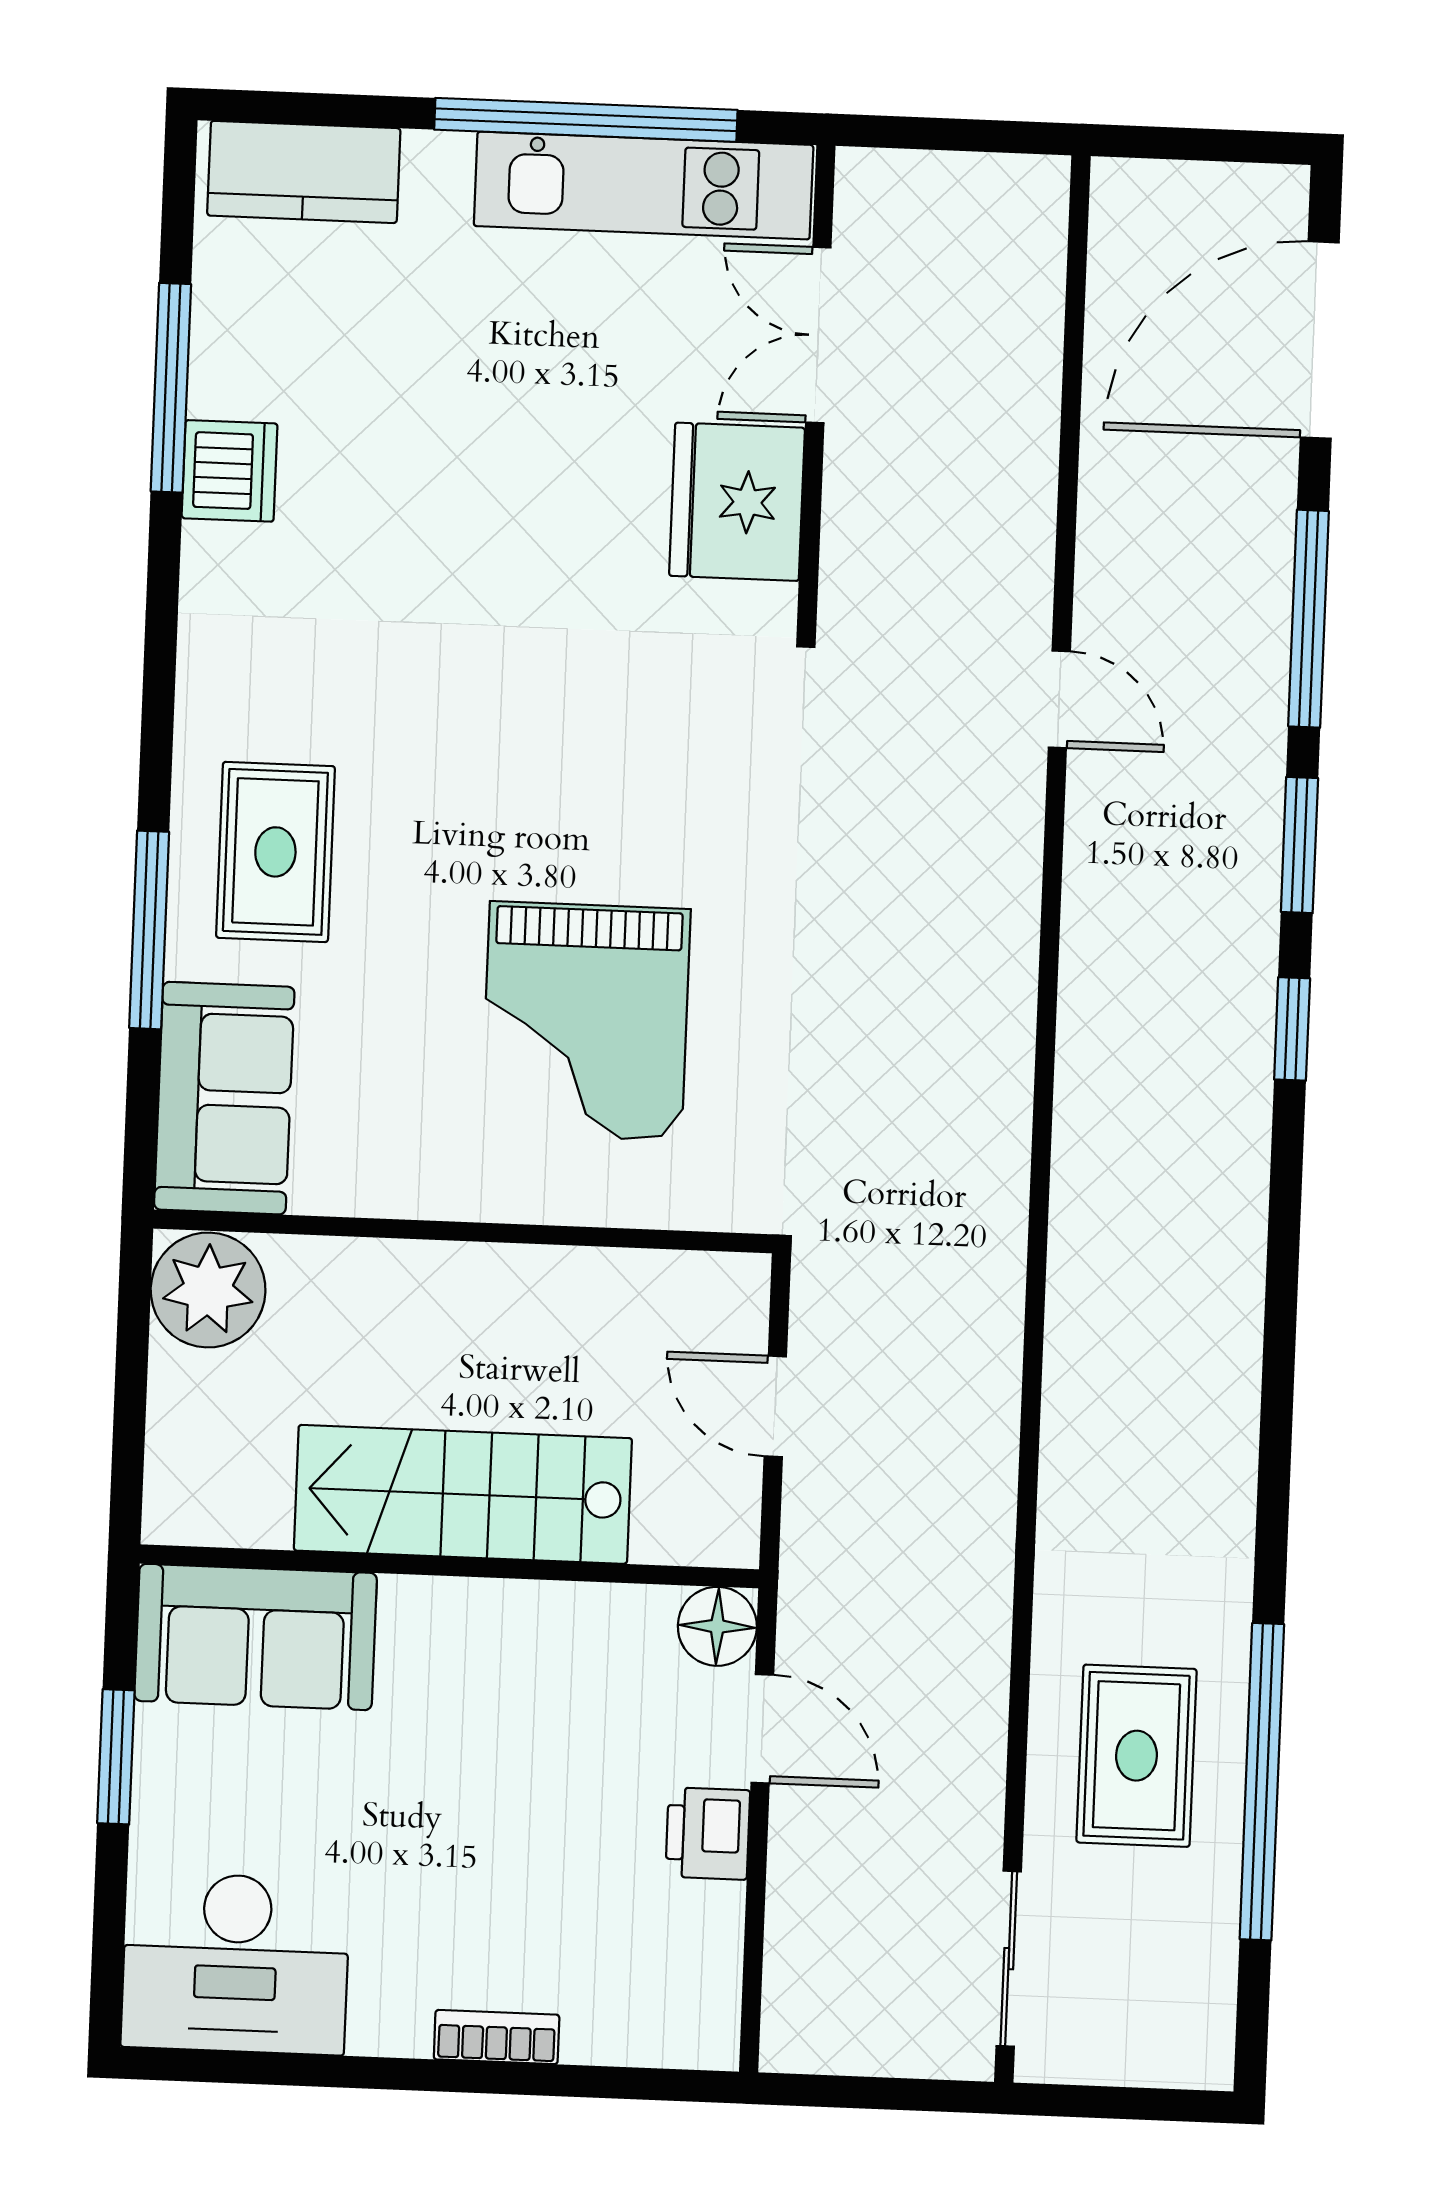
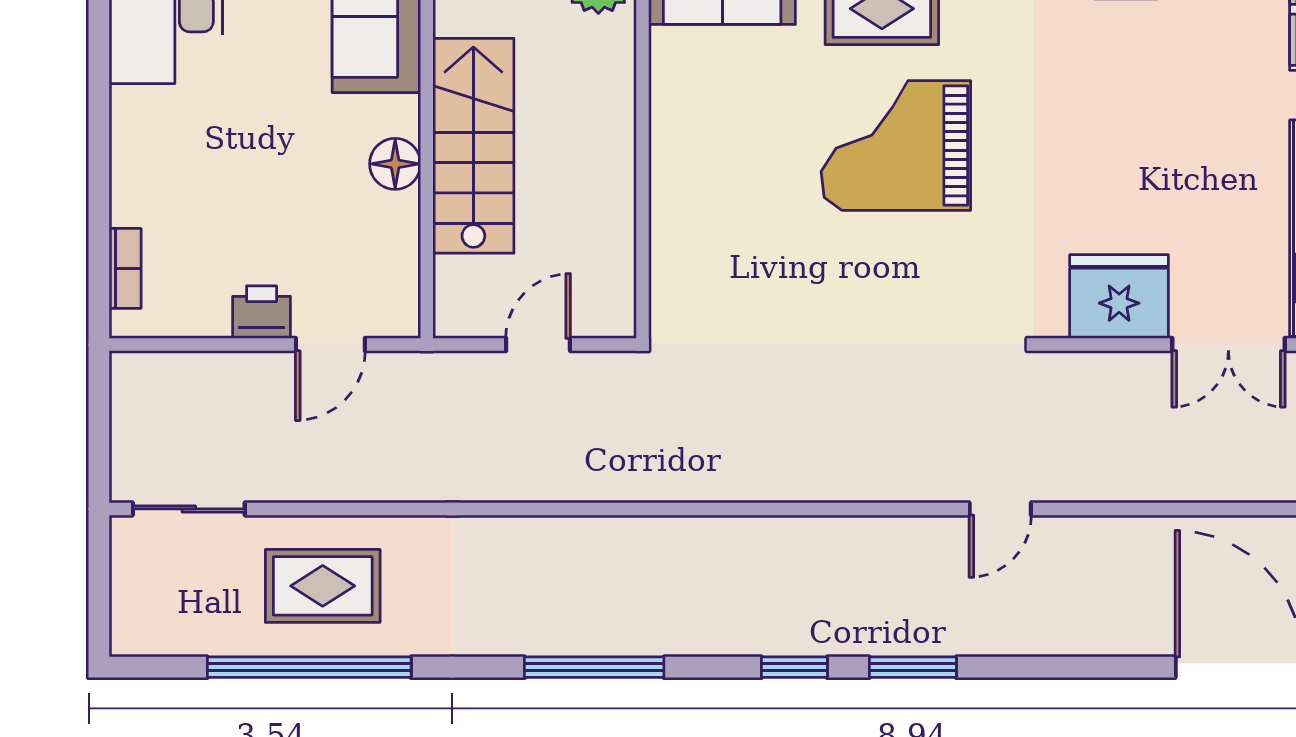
double door: (818, 335) -> (1228, 344), swing flipped
window: (1309, 619) -> (594, 667), moved
grand piano: (586, 1021) -> (896, 145), moved
floor lamp: (717, 1626) -> (395, 164), moved
bookcase: (497, 2037) -> (125, 268), moved

